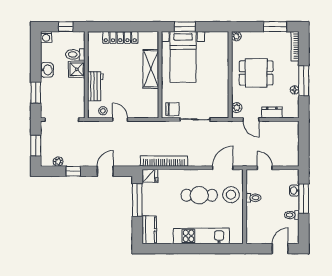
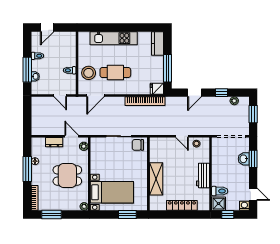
door: (36, 51) -> (253, 194), added
bed with nightstands: (183, 57) -> (112, 192), moved, turned 90
shower: (77, 69) -> (219, 204), moved
washbasin: (47, 70) -> (244, 159), moved
workbench: (95, 86) -> (203, 176), moved

